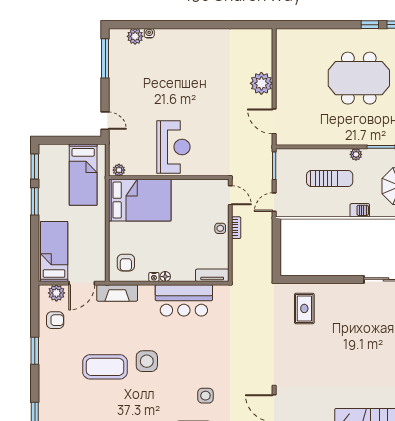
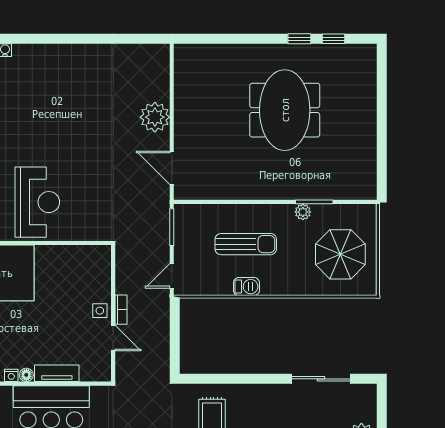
meeting table: (359, 78) -> (285, 110), turned 90
plant: (356, 154) -> (303, 212), moved
door: (230, 195) -> (113, 338), moved
barbecue: (360, 210) -> (246, 287), moved
tv unit: (212, 275) -> (57, 373), moved

